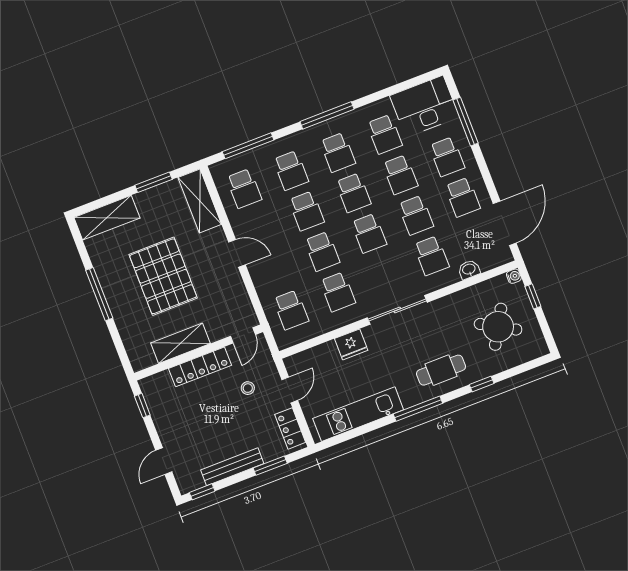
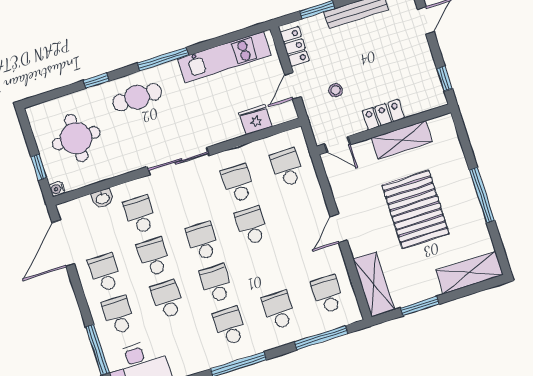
school desk: (385, 134) -> (181, 342), removed
school desk: (306, 211) -> (265, 268), removed
door: (237, 253) -> (339, 228), hinge flipped
round table: (498, 327) -> (76, 138), turned -30
door: (243, 335) -> (337, 144), swing flipped
fridge: (351, 344) -> (255, 120), moved
locker: (200, 367) -> (383, 115), width x0.66

